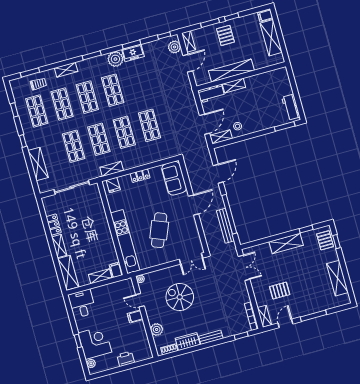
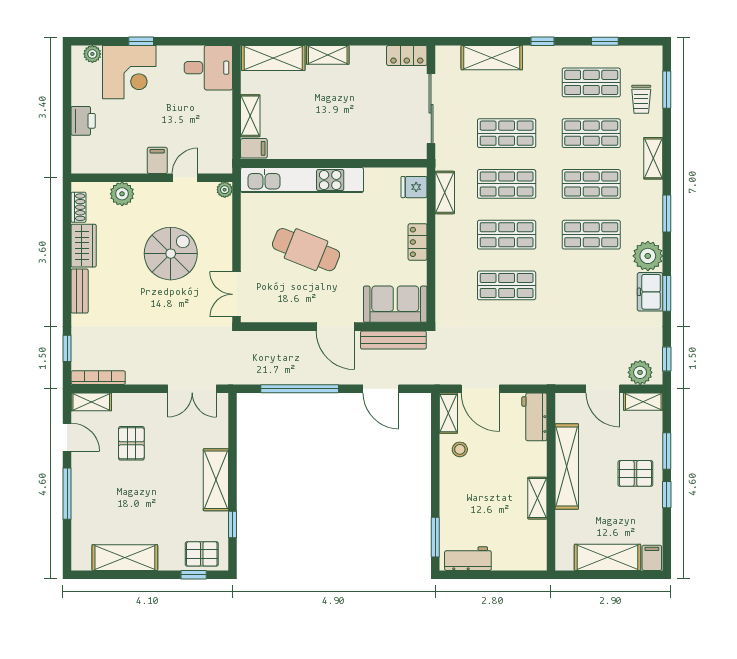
shelving: (234, 86) -> (537, 498), moved
locker: (54, 225) -> (407, 55), moved
bench: (225, 226) -> (393, 340), moved

